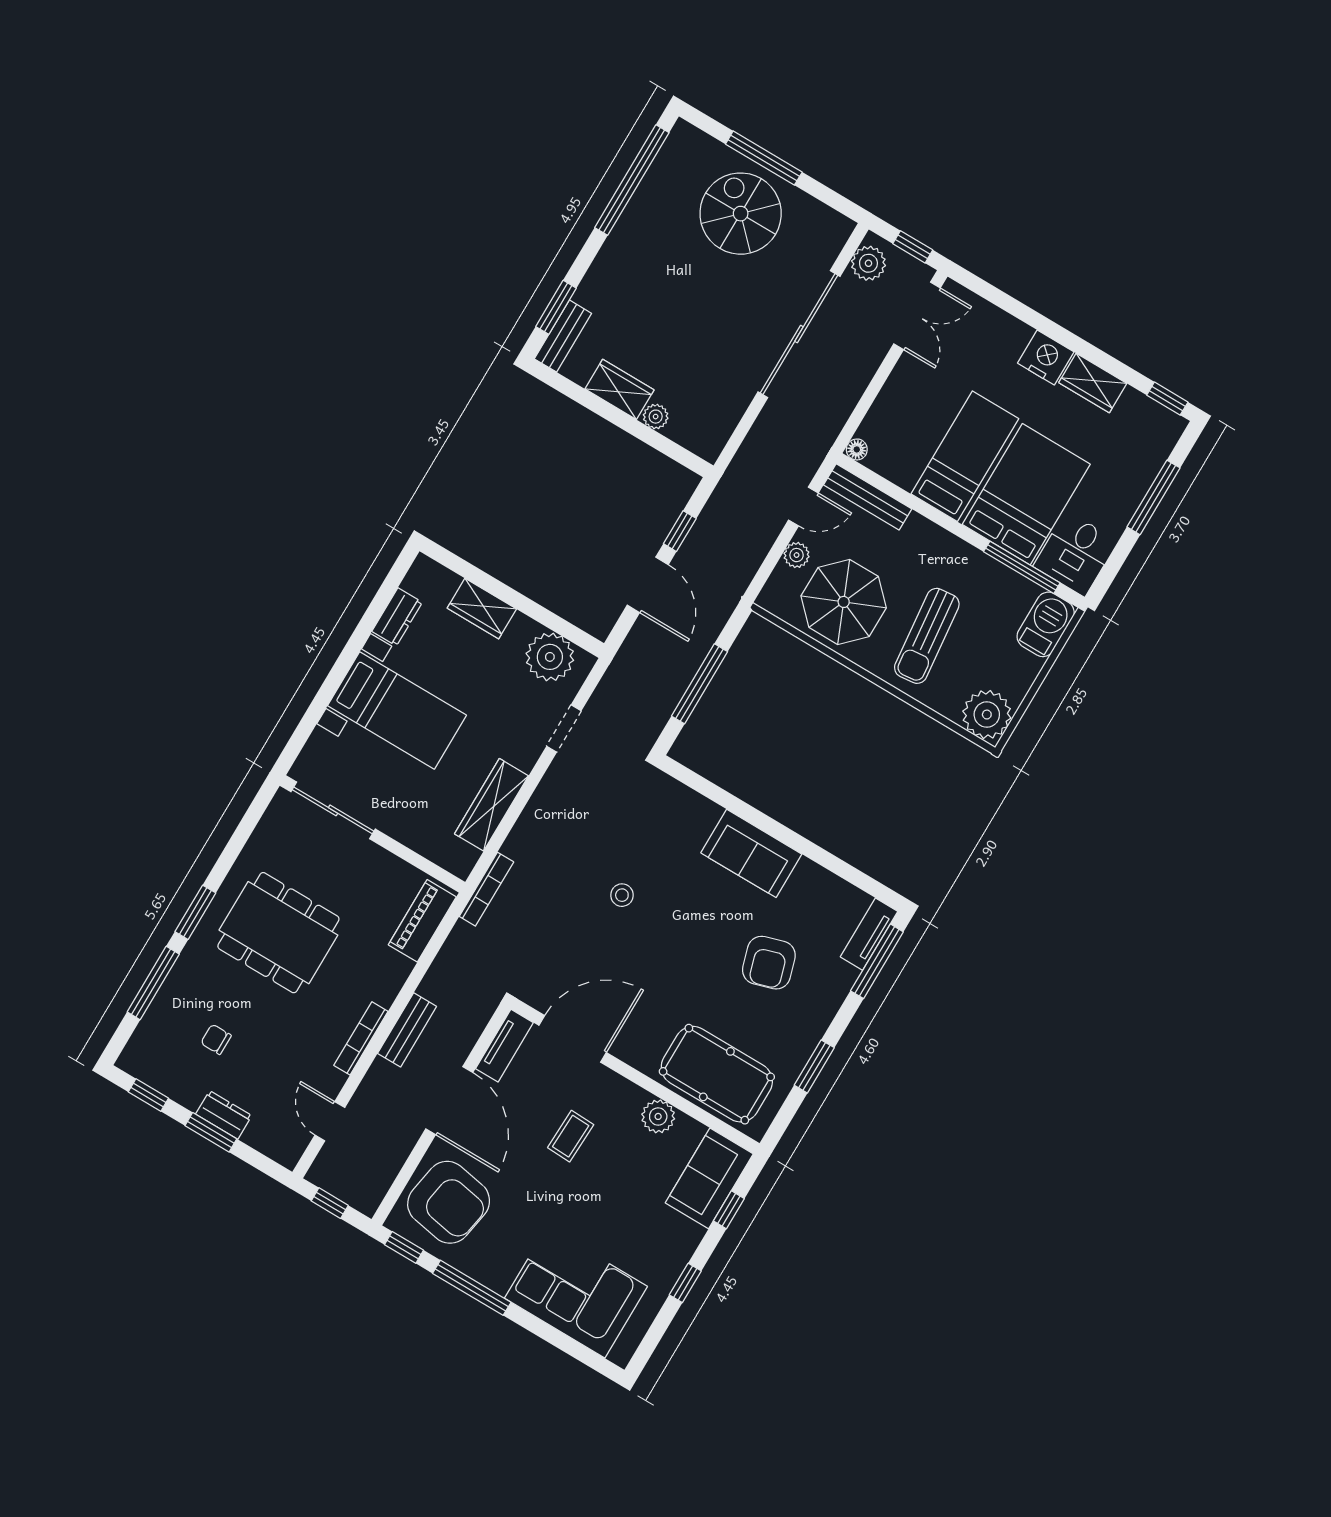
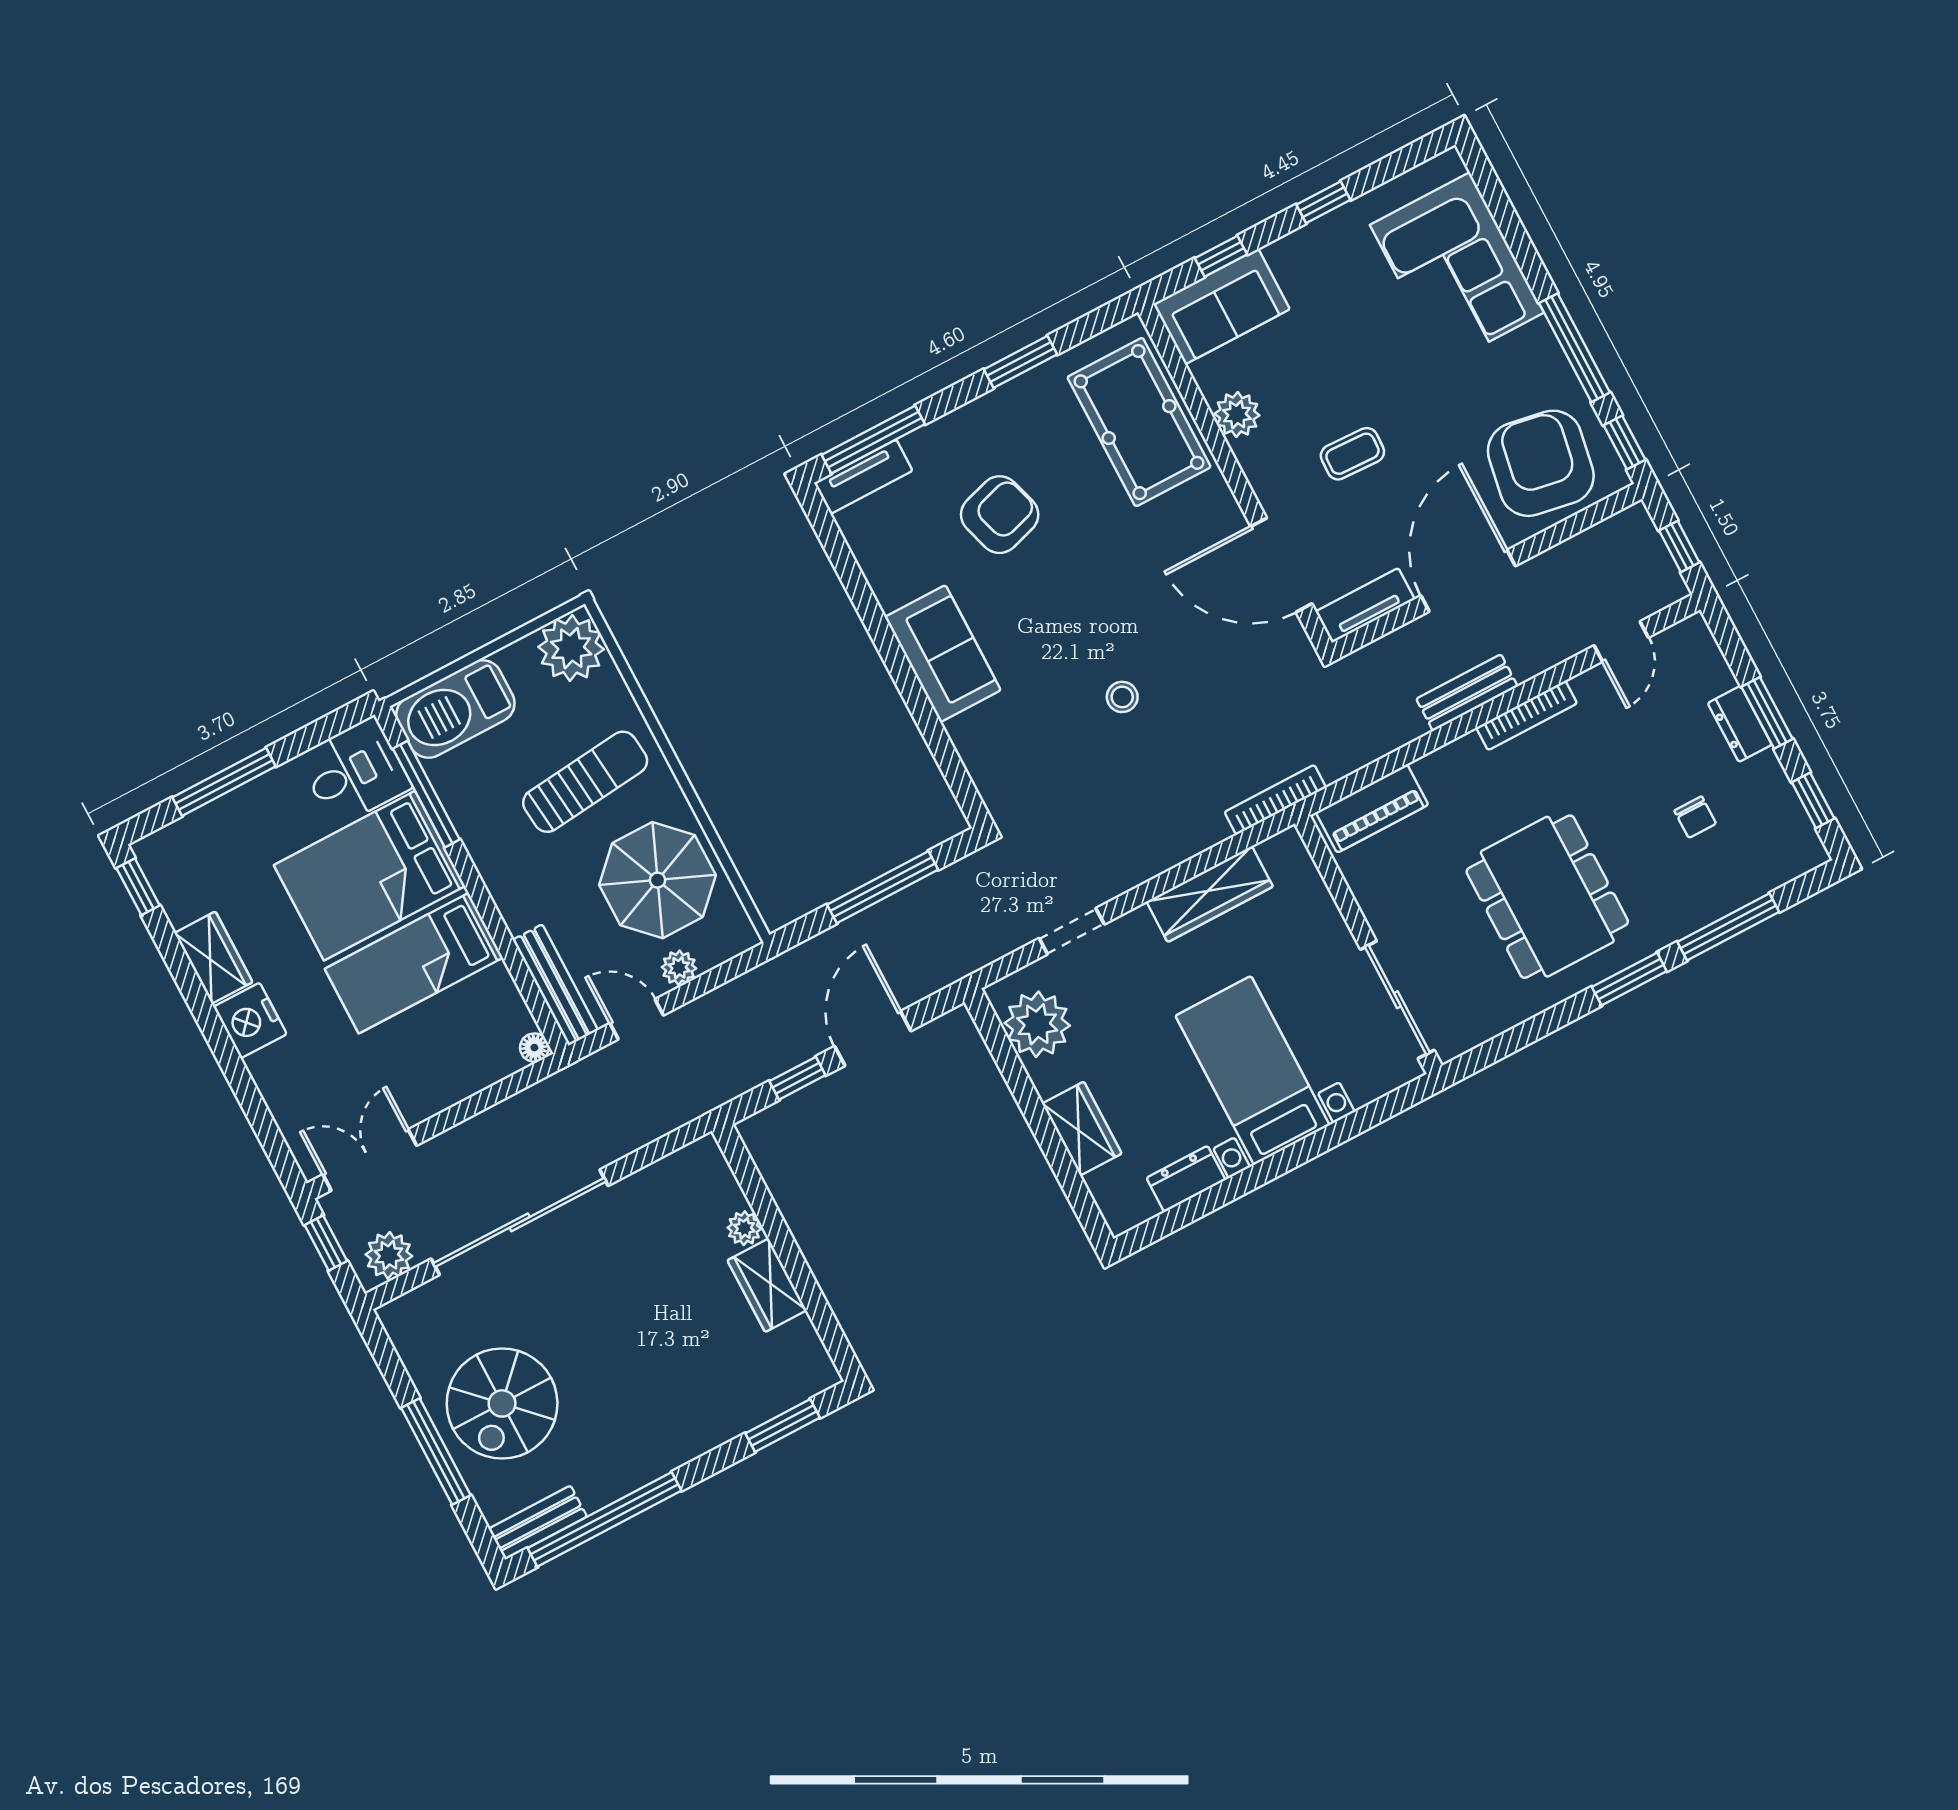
bench: (563, 336) -> (538, 1523), moved
barbecue: (1046, 624) -> (455, 709), width x1.37, depth x1.21

